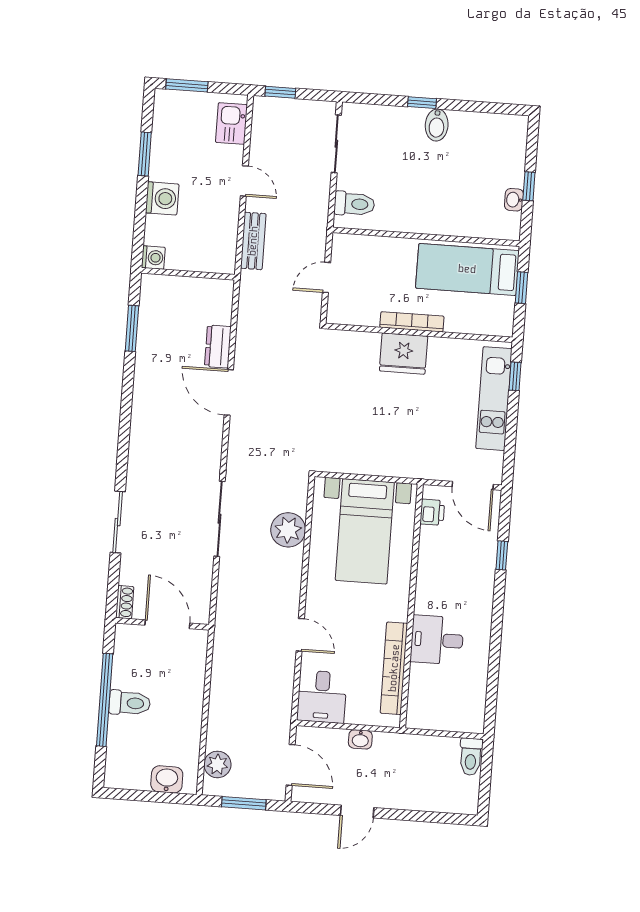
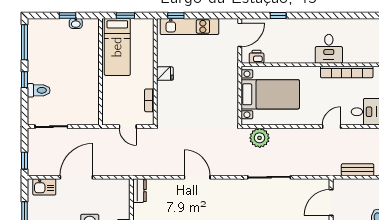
window: (488, 107) -> (24, 42), added
bidet: (437, 125) -> (37, 70), removed
door: (244, 181) -> (76, 177), width x1.88
toilet: (354, 204) -> (39, 90), moved, turned 90
bench: (253, 241) -> (358, 170), moved
bookcase: (412, 322) -> (149, 100), moved, width x0.64
dresser: (218, 347) -> (140, 191), moved, turned -90
fridge: (404, 354) -> (165, 74), width x0.53, depth x0.75
door: (229, 392) -> (197, 177), swing flipped
plant: (288, 530) -> (260, 138), moved

